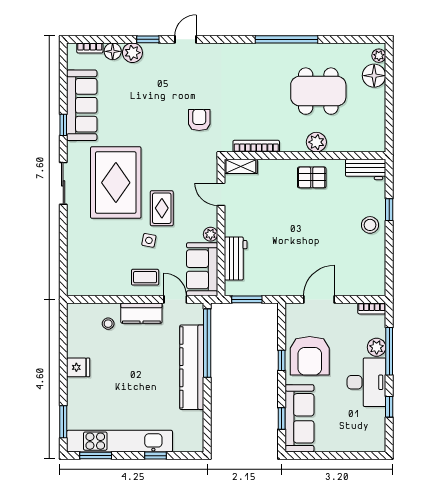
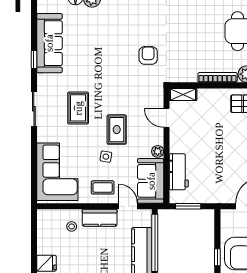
bookcase: (256, 146) -> (218, 77), moved
rug: (116, 183) -> (78, 108), width x0.54, depth x0.49
corner sofa: (91, 258) -> (57, 172), added

